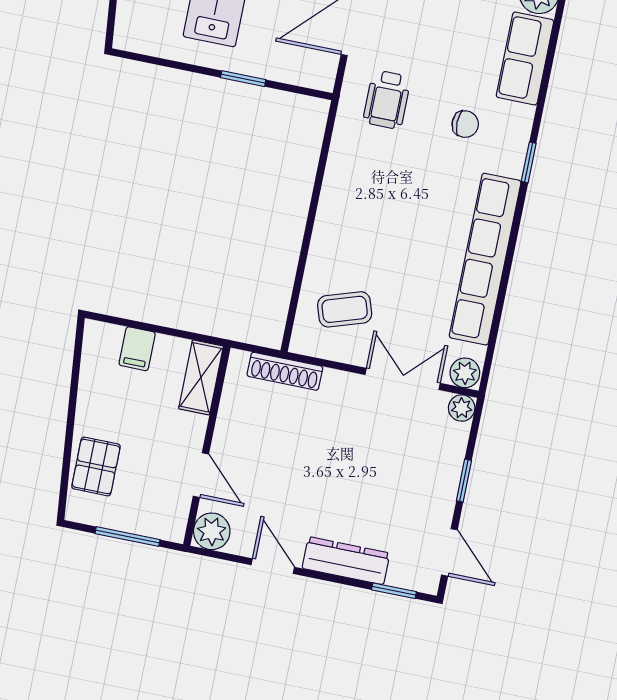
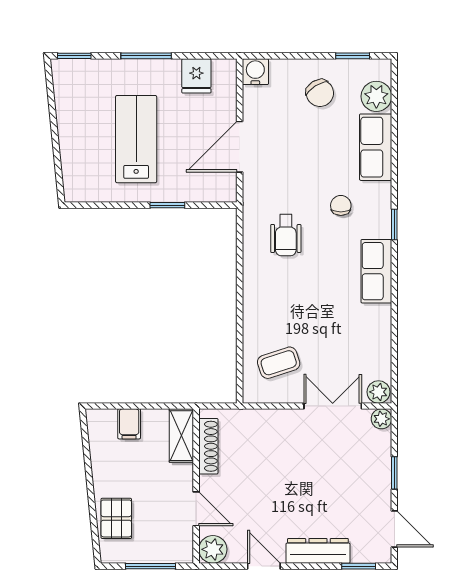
wheelchair: (387, 100) -> (286, 235), moved
chair: (465, 124) -> (341, 205), turned -90
row of seats: (485, 259) -> (376, 271), width x0.50
shoe rack: (285, 371) -> (208, 446), moved, turned -90

